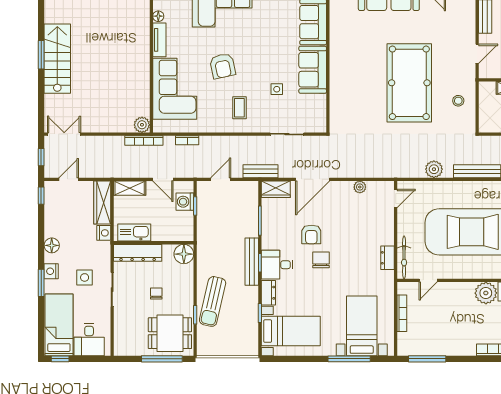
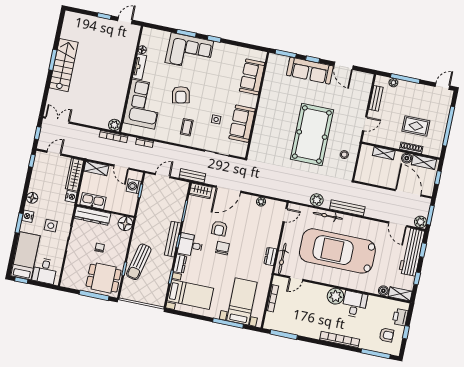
sofa: (313, 70) -> (242, 124), moved
bicycle: (453, 187) -> (328, 216), added

